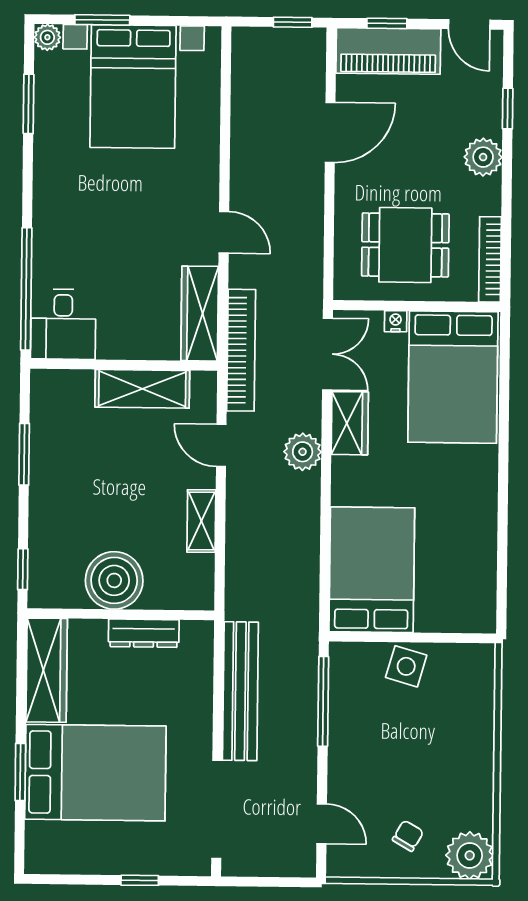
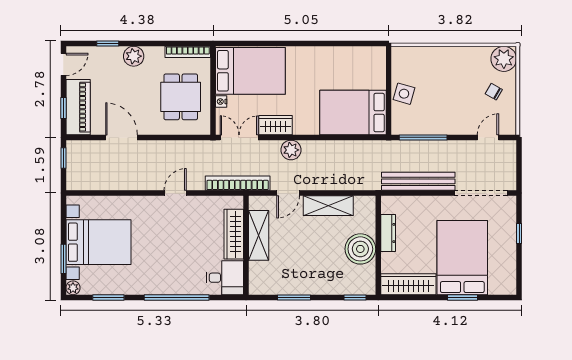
window: (26, 289) -> (177, 297), moved
wardrobe: (200, 314) -> (234, 234), moved, turned 90
shelving: (201, 521) -> (328, 206), width x1.50, depth x1.33

